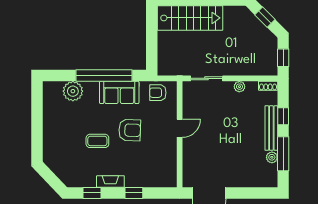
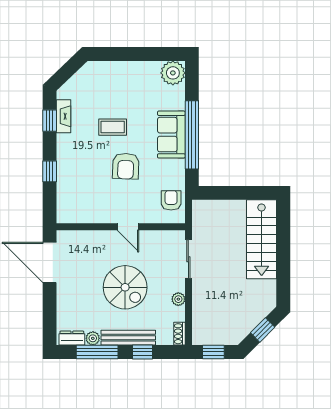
plant: (73, 91) -> (173, 73), moved
sofa: (119, 92) -> (171, 135), moved
spiral stairs: (230, 131) -> (125, 287), added
coffee table: (97, 141) -> (113, 127), turned 90
dresser: (272, 175) -> (72, 338), added
fireplace: (110, 182) -> (63, 116), moved

